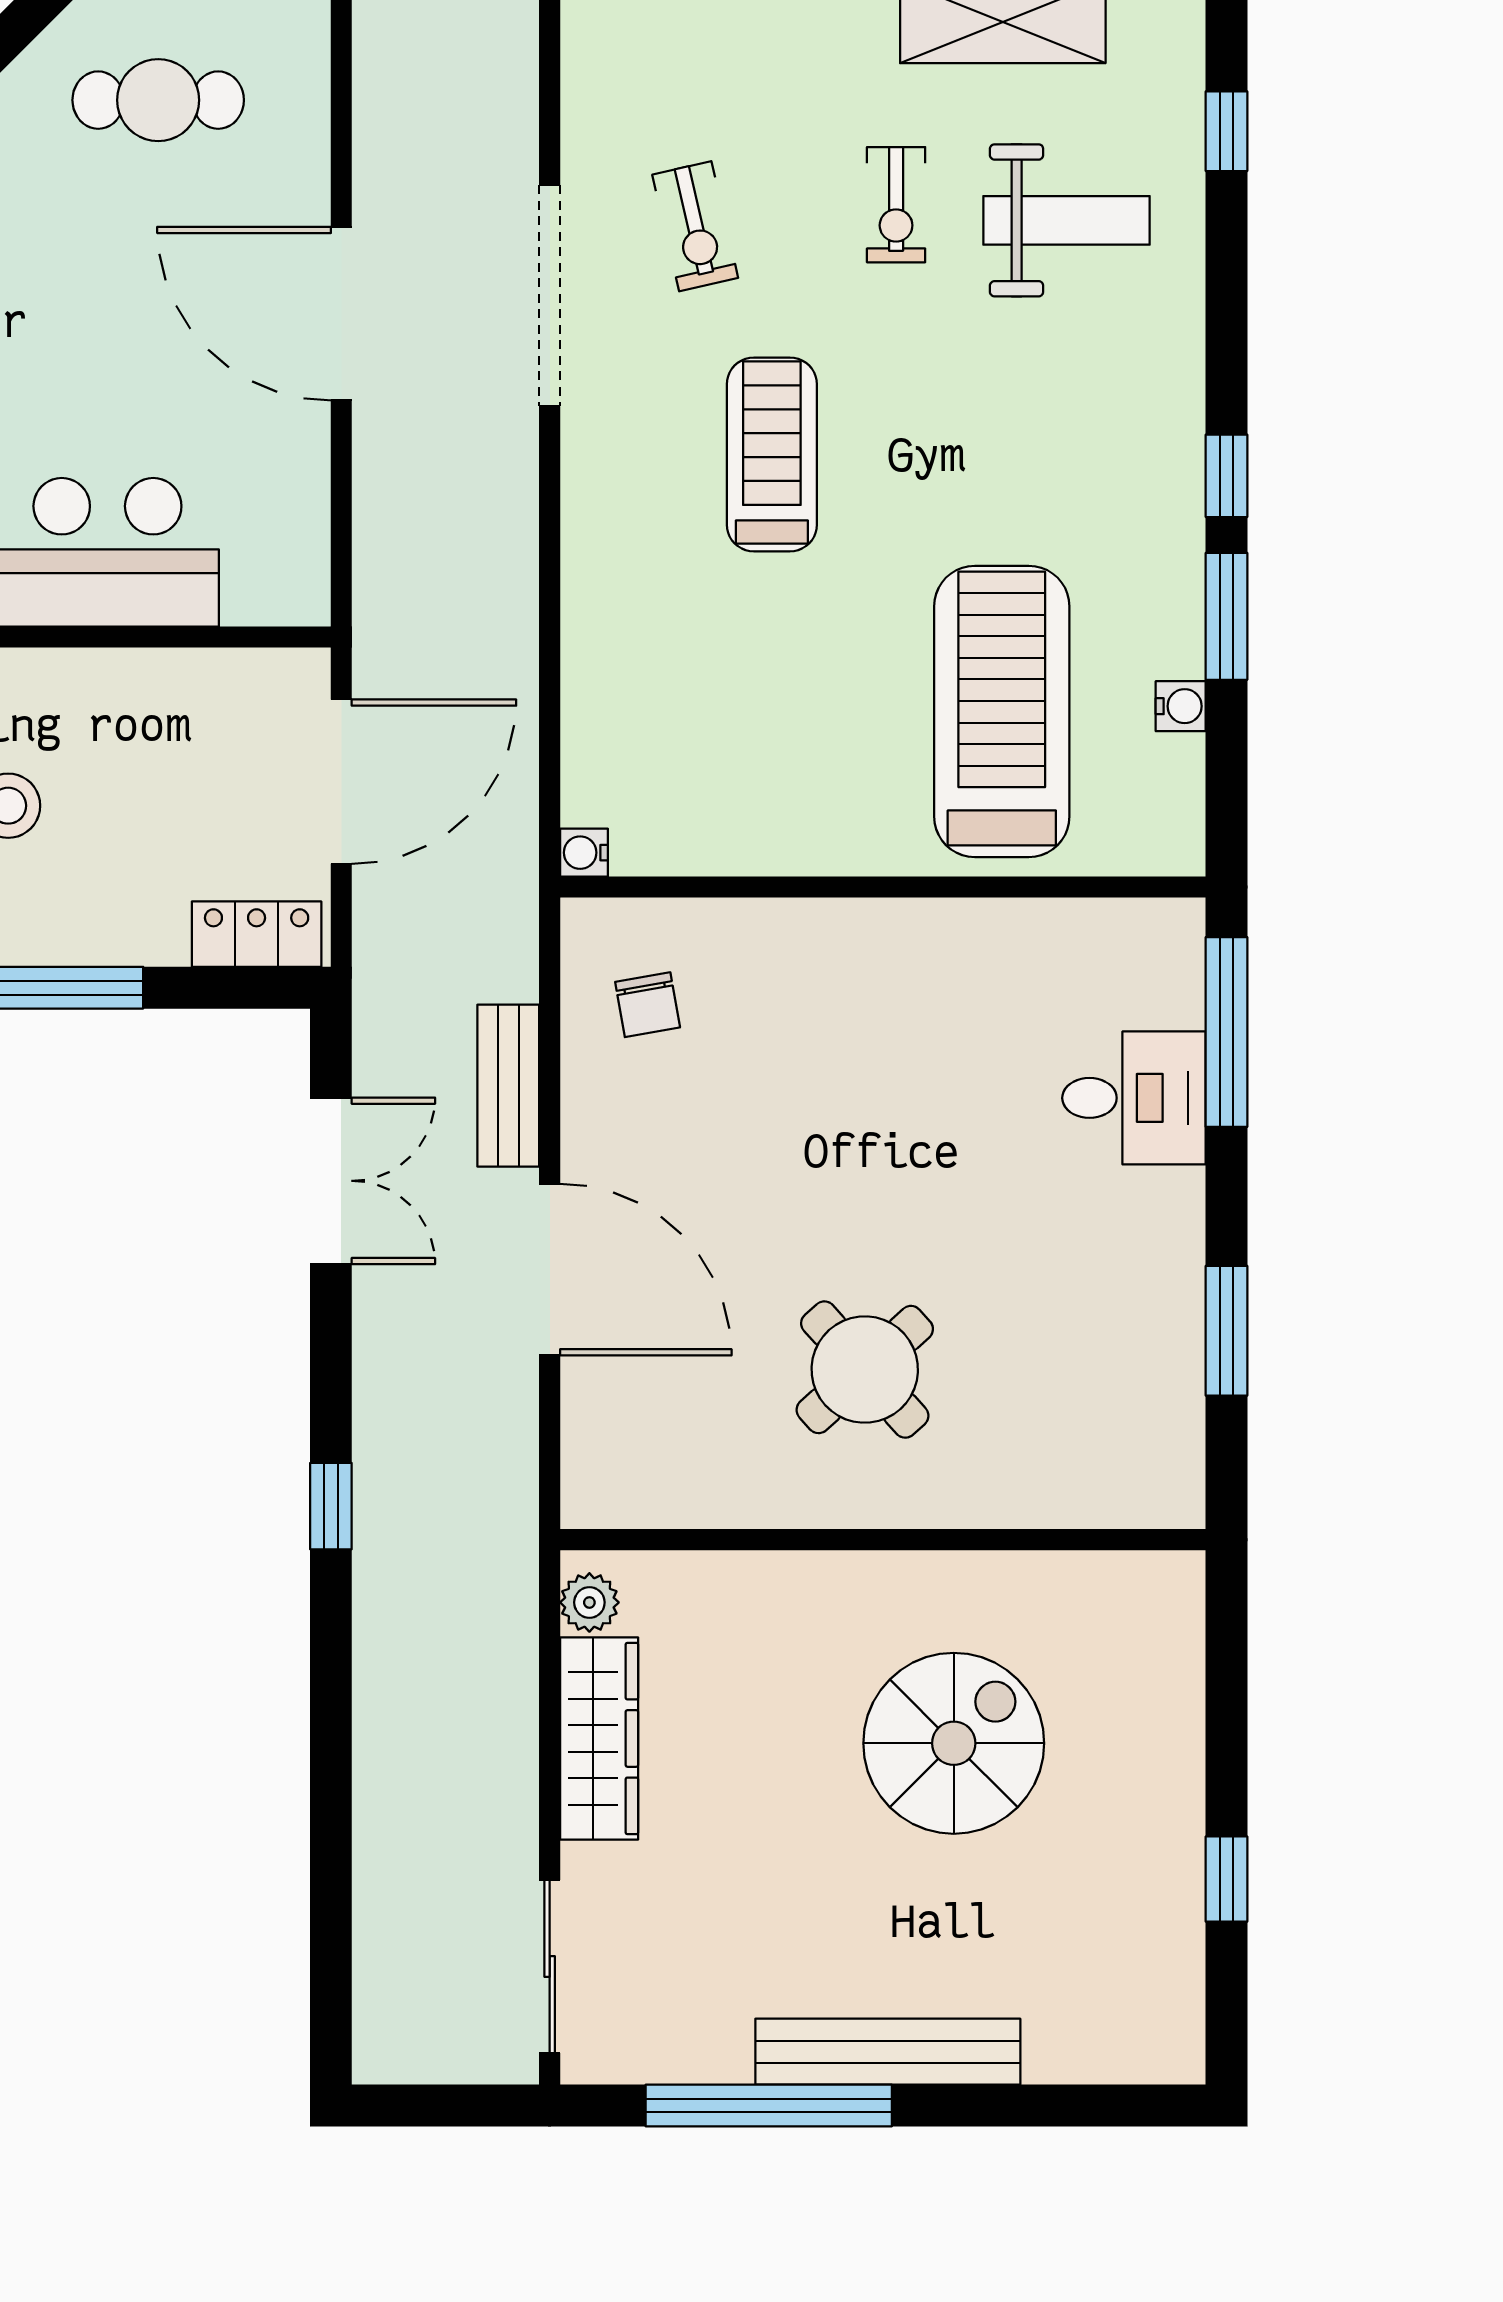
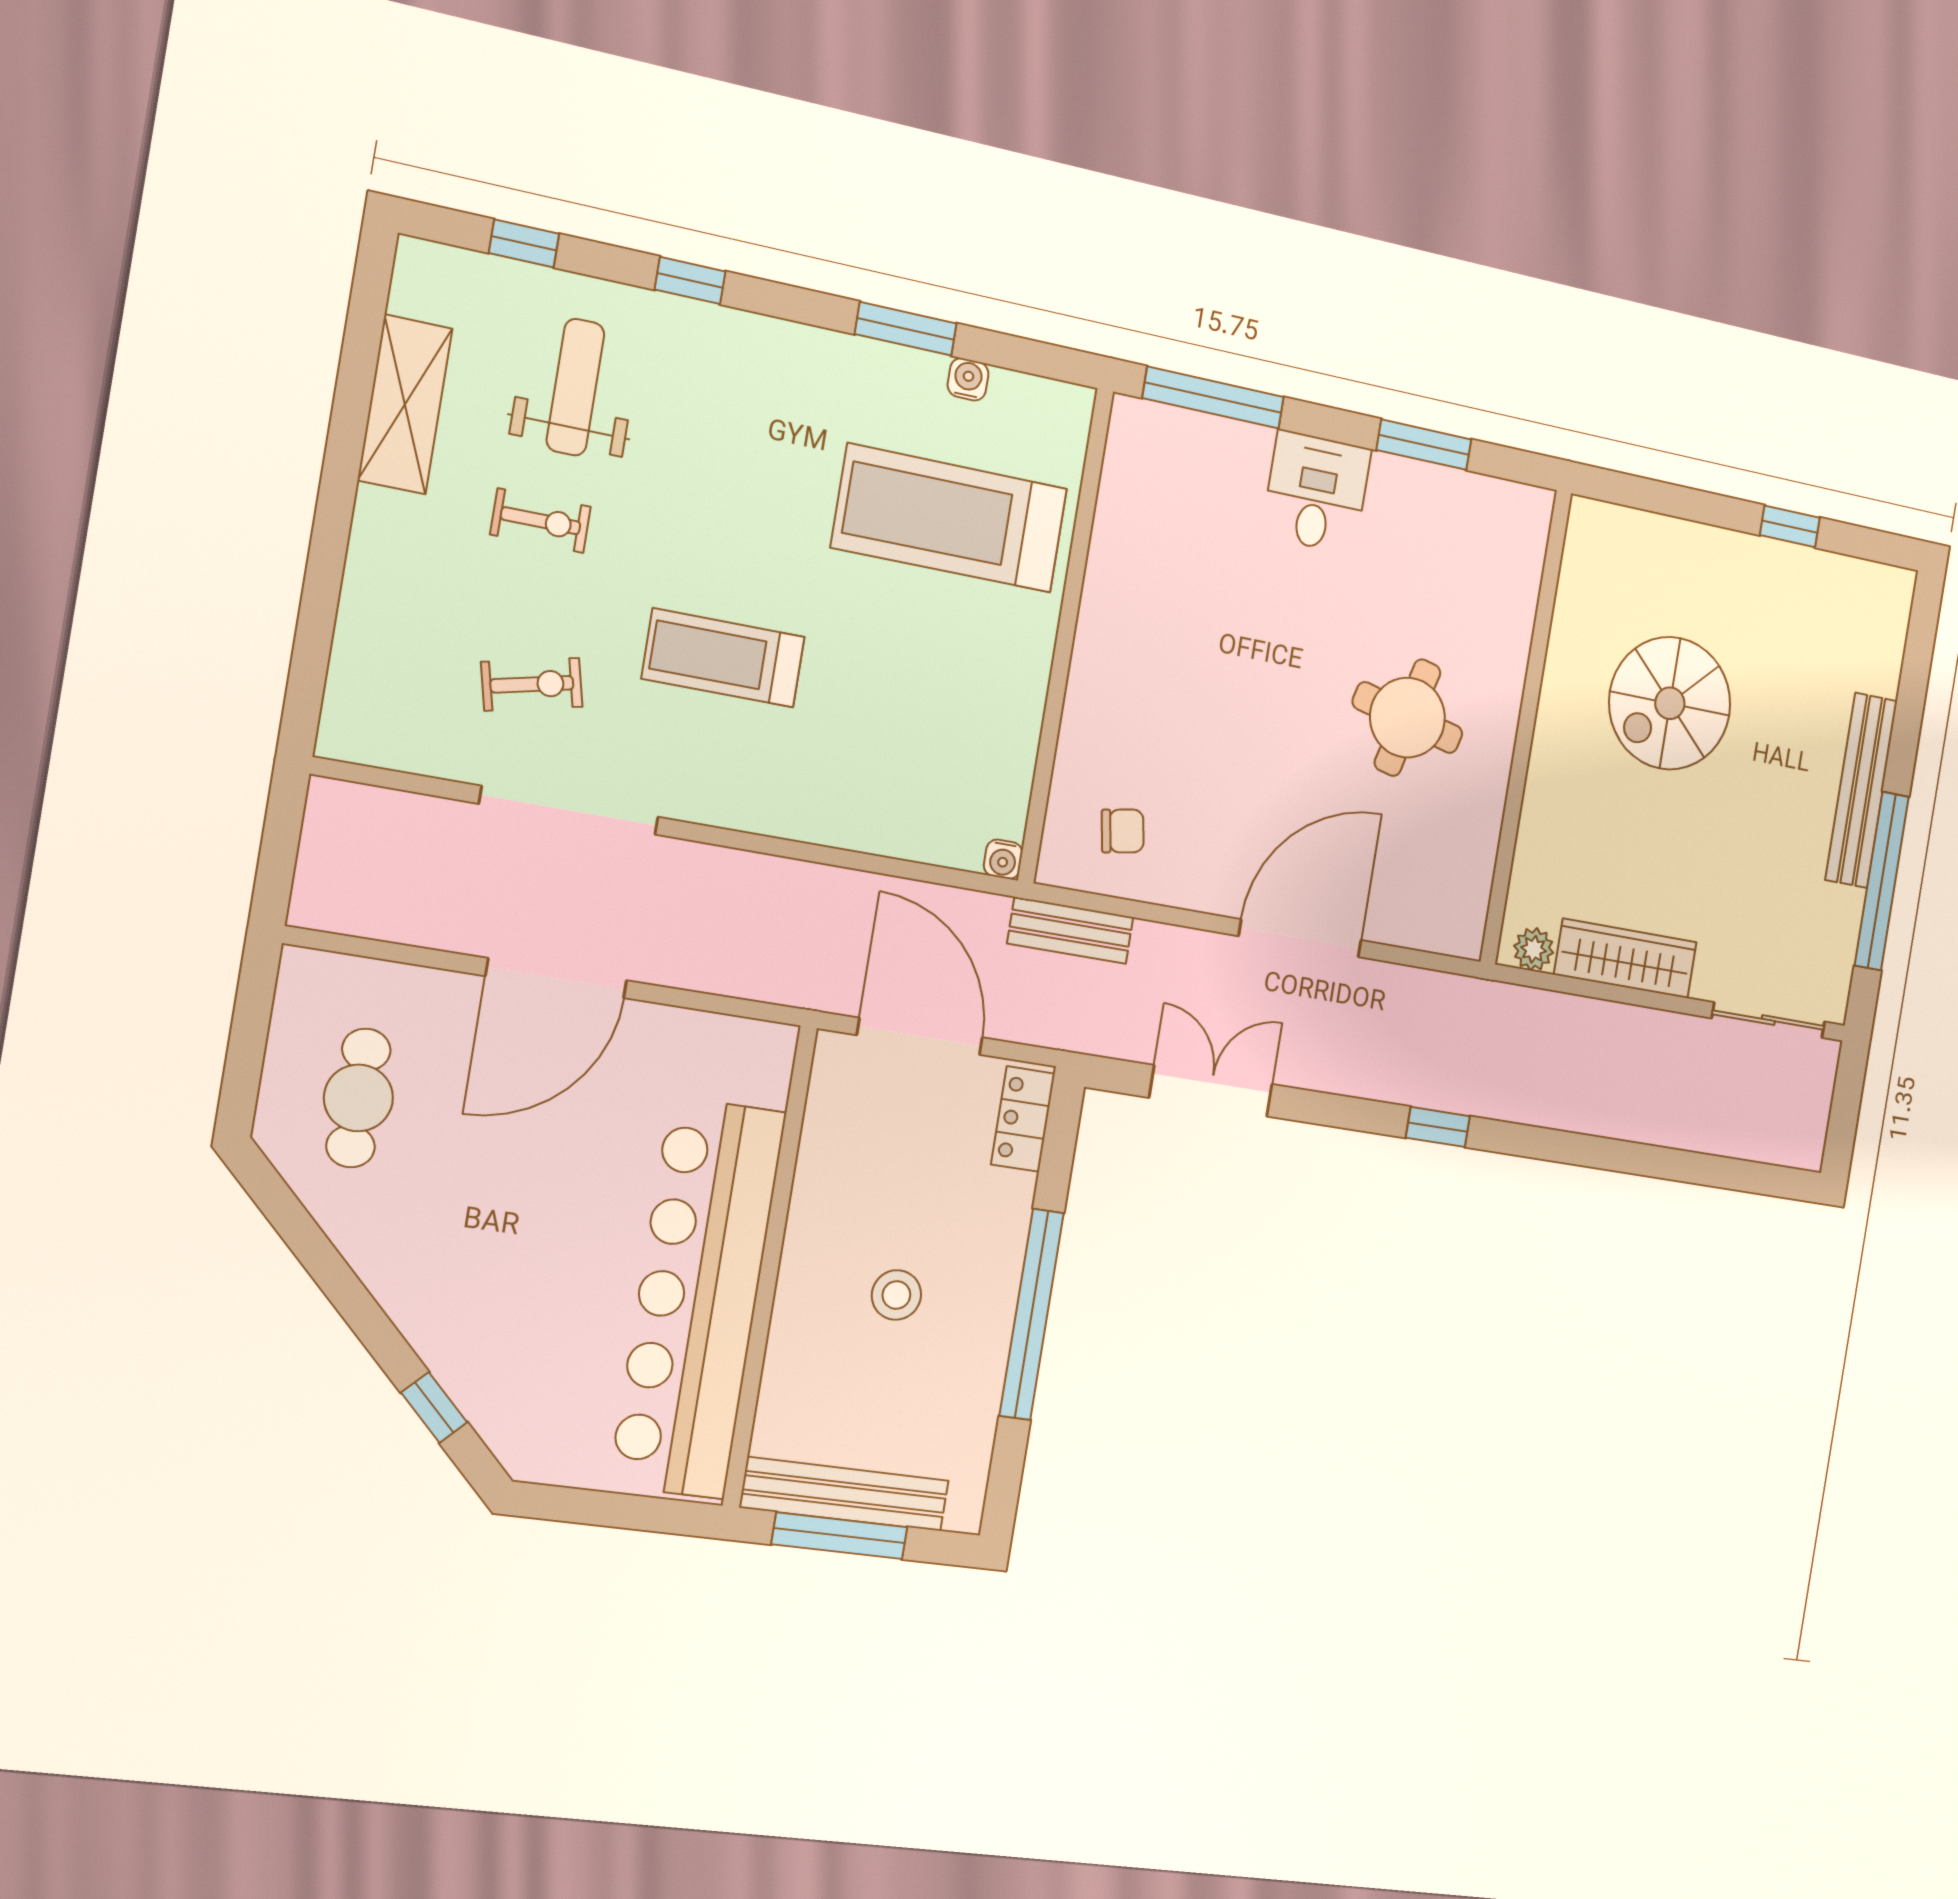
window: (1227, 476) -> (690, 281), moved
bench: (508, 1086) -> (1070, 930), moved
desk: (1134, 1098) -> (1316, 492), moved
round table: (865, 1370) -> (1407, 718), turned -34
spiral stairs: (954, 1743) -> (1670, 703), turned -90

